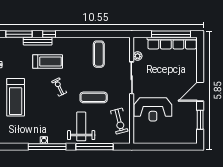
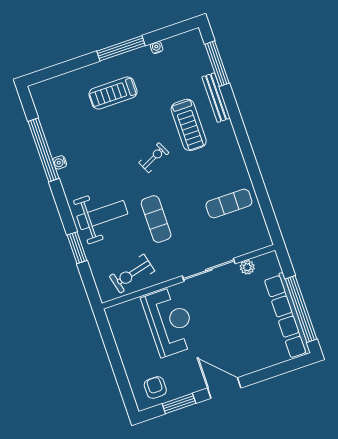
window: (49, 34) -> (234, 112), removed
treadmill: (16, 97) -> (113, 93), width x0.73, depth x0.73
reception desk: (153, 109) -> (170, 322), turned 180
armchair: (187, 130) -> (155, 388), added
window: (47, 147) -> (43, 150), moved
window: (94, 147) -> (77, 248), width x0.47

